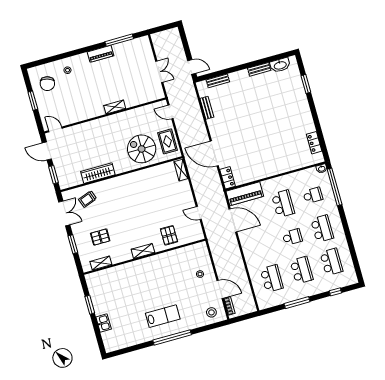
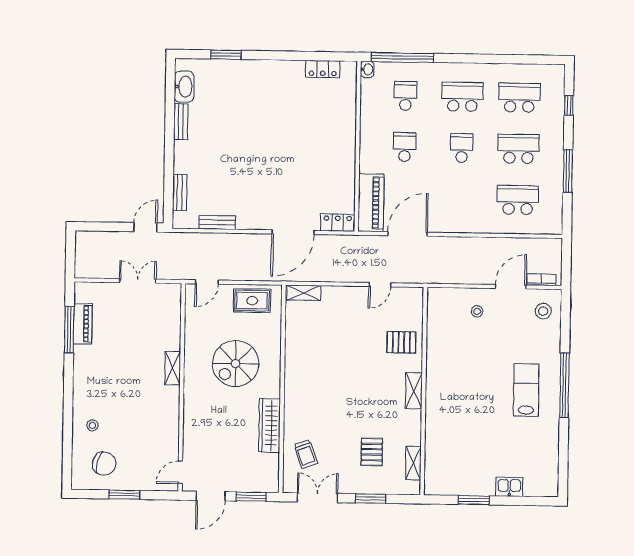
piano: (101, 54) -> (83, 324), moved
spiral stairs: (142, 149) -> (236, 364), moved
school desk: (283, 204) -> (405, 147), width x0.54

